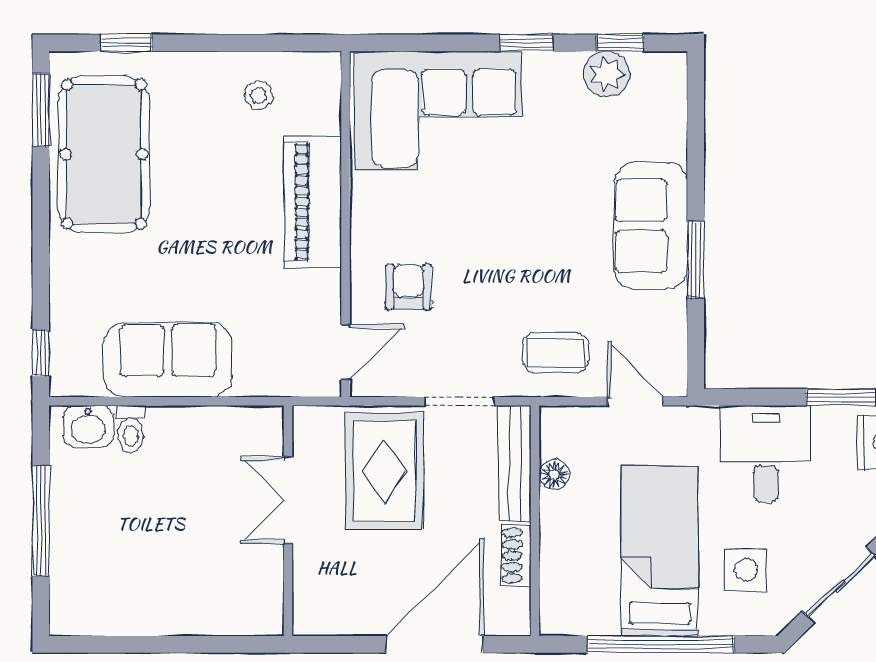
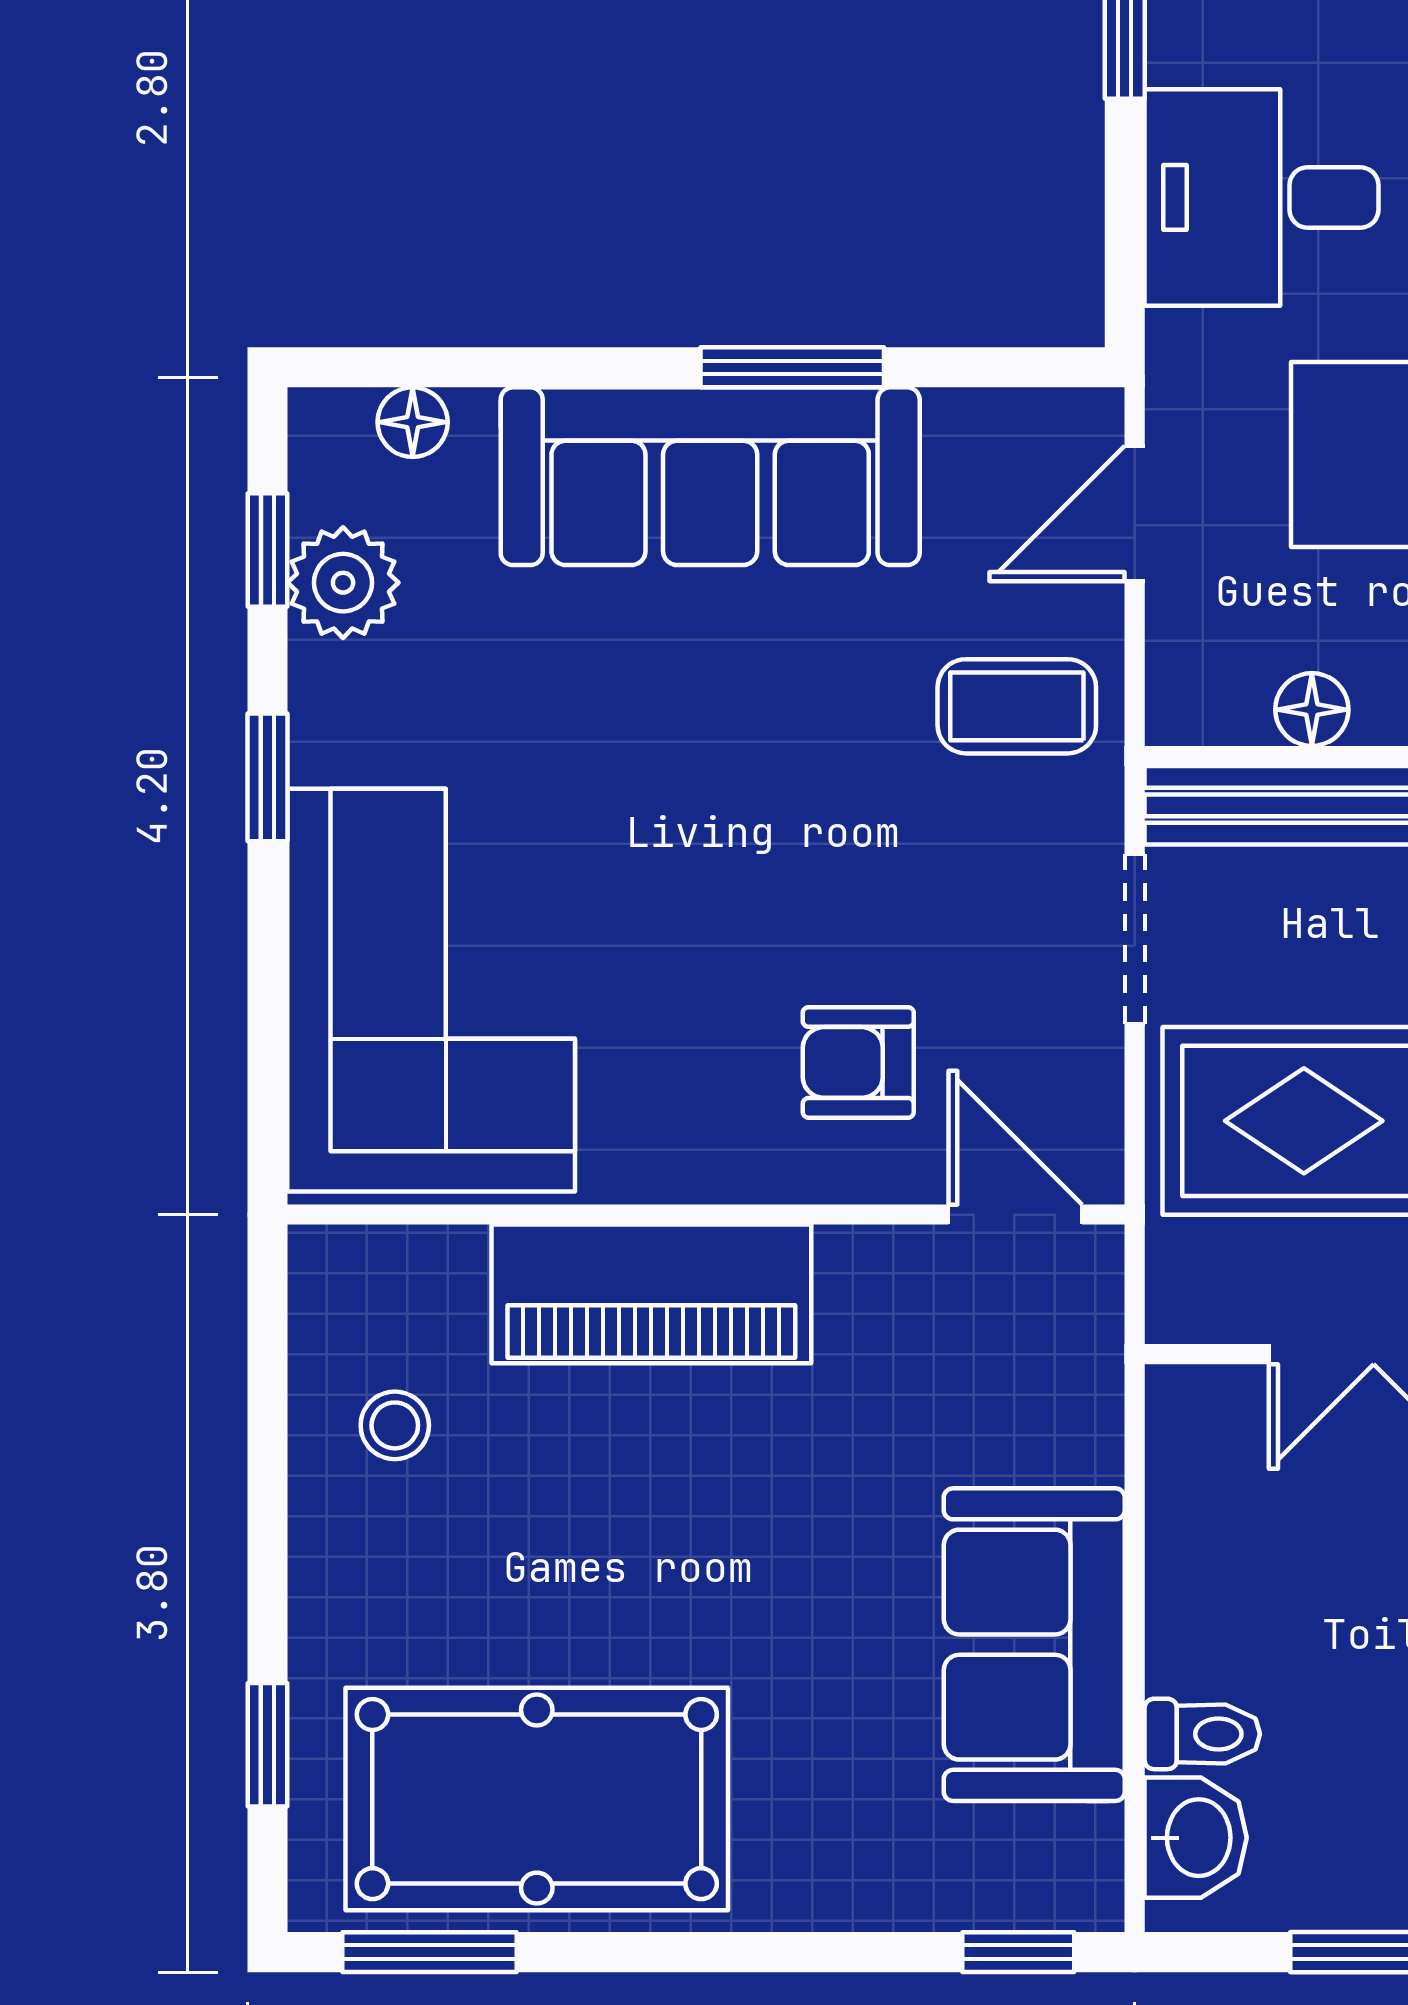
floor lamp: (673, 103) -> (413, 422), added
sofa: (651, 226) -> (710, 476), width x1.36
coffee table: (556, 353) -> (1017, 706), turned 90

